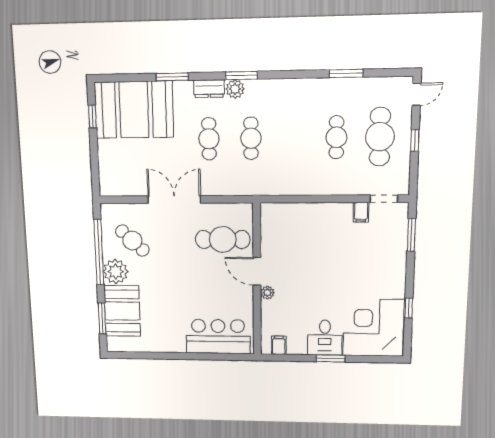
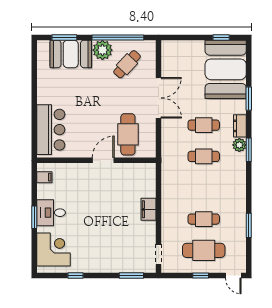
filing cabinet: (361, 212) -> (149, 209), moved, width x2.00
plant: (267, 293) -> (87, 168), removed
corner desk: (373, 328) -> (54, 249), width x0.74, depth x0.74

